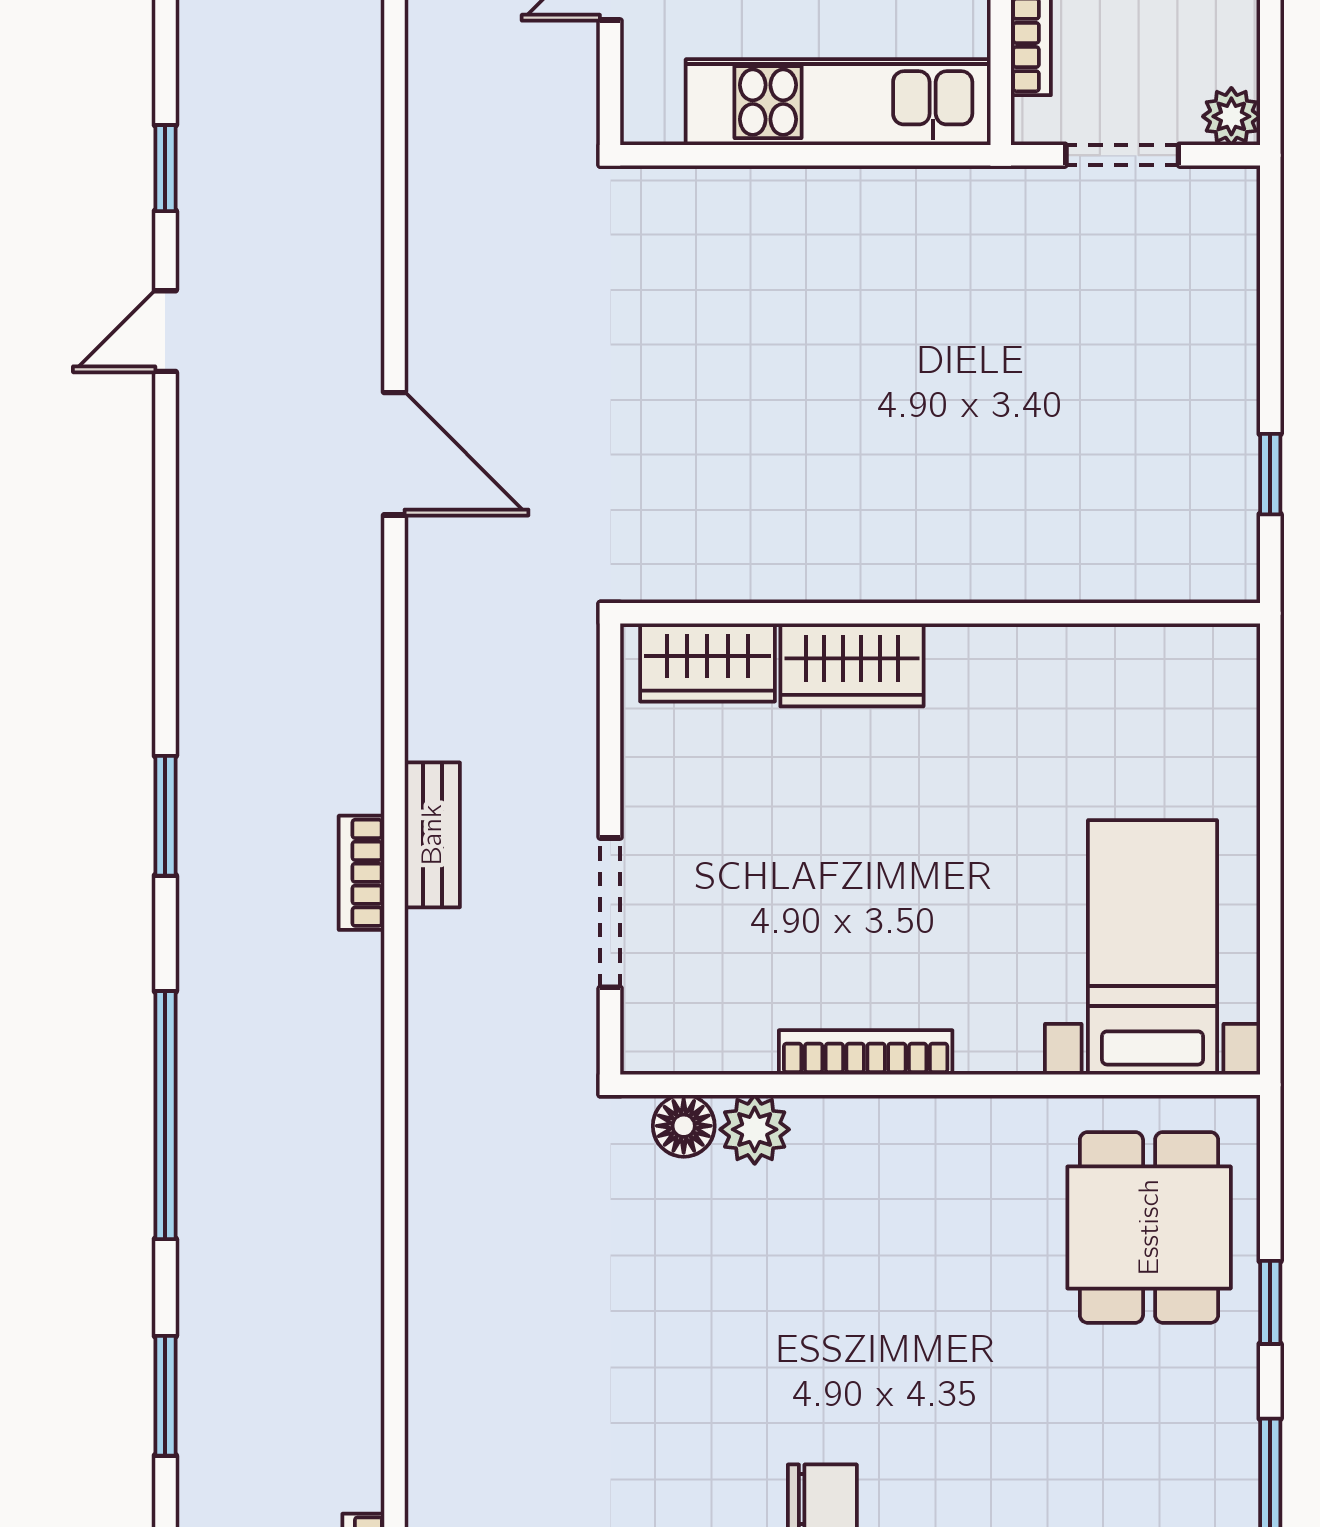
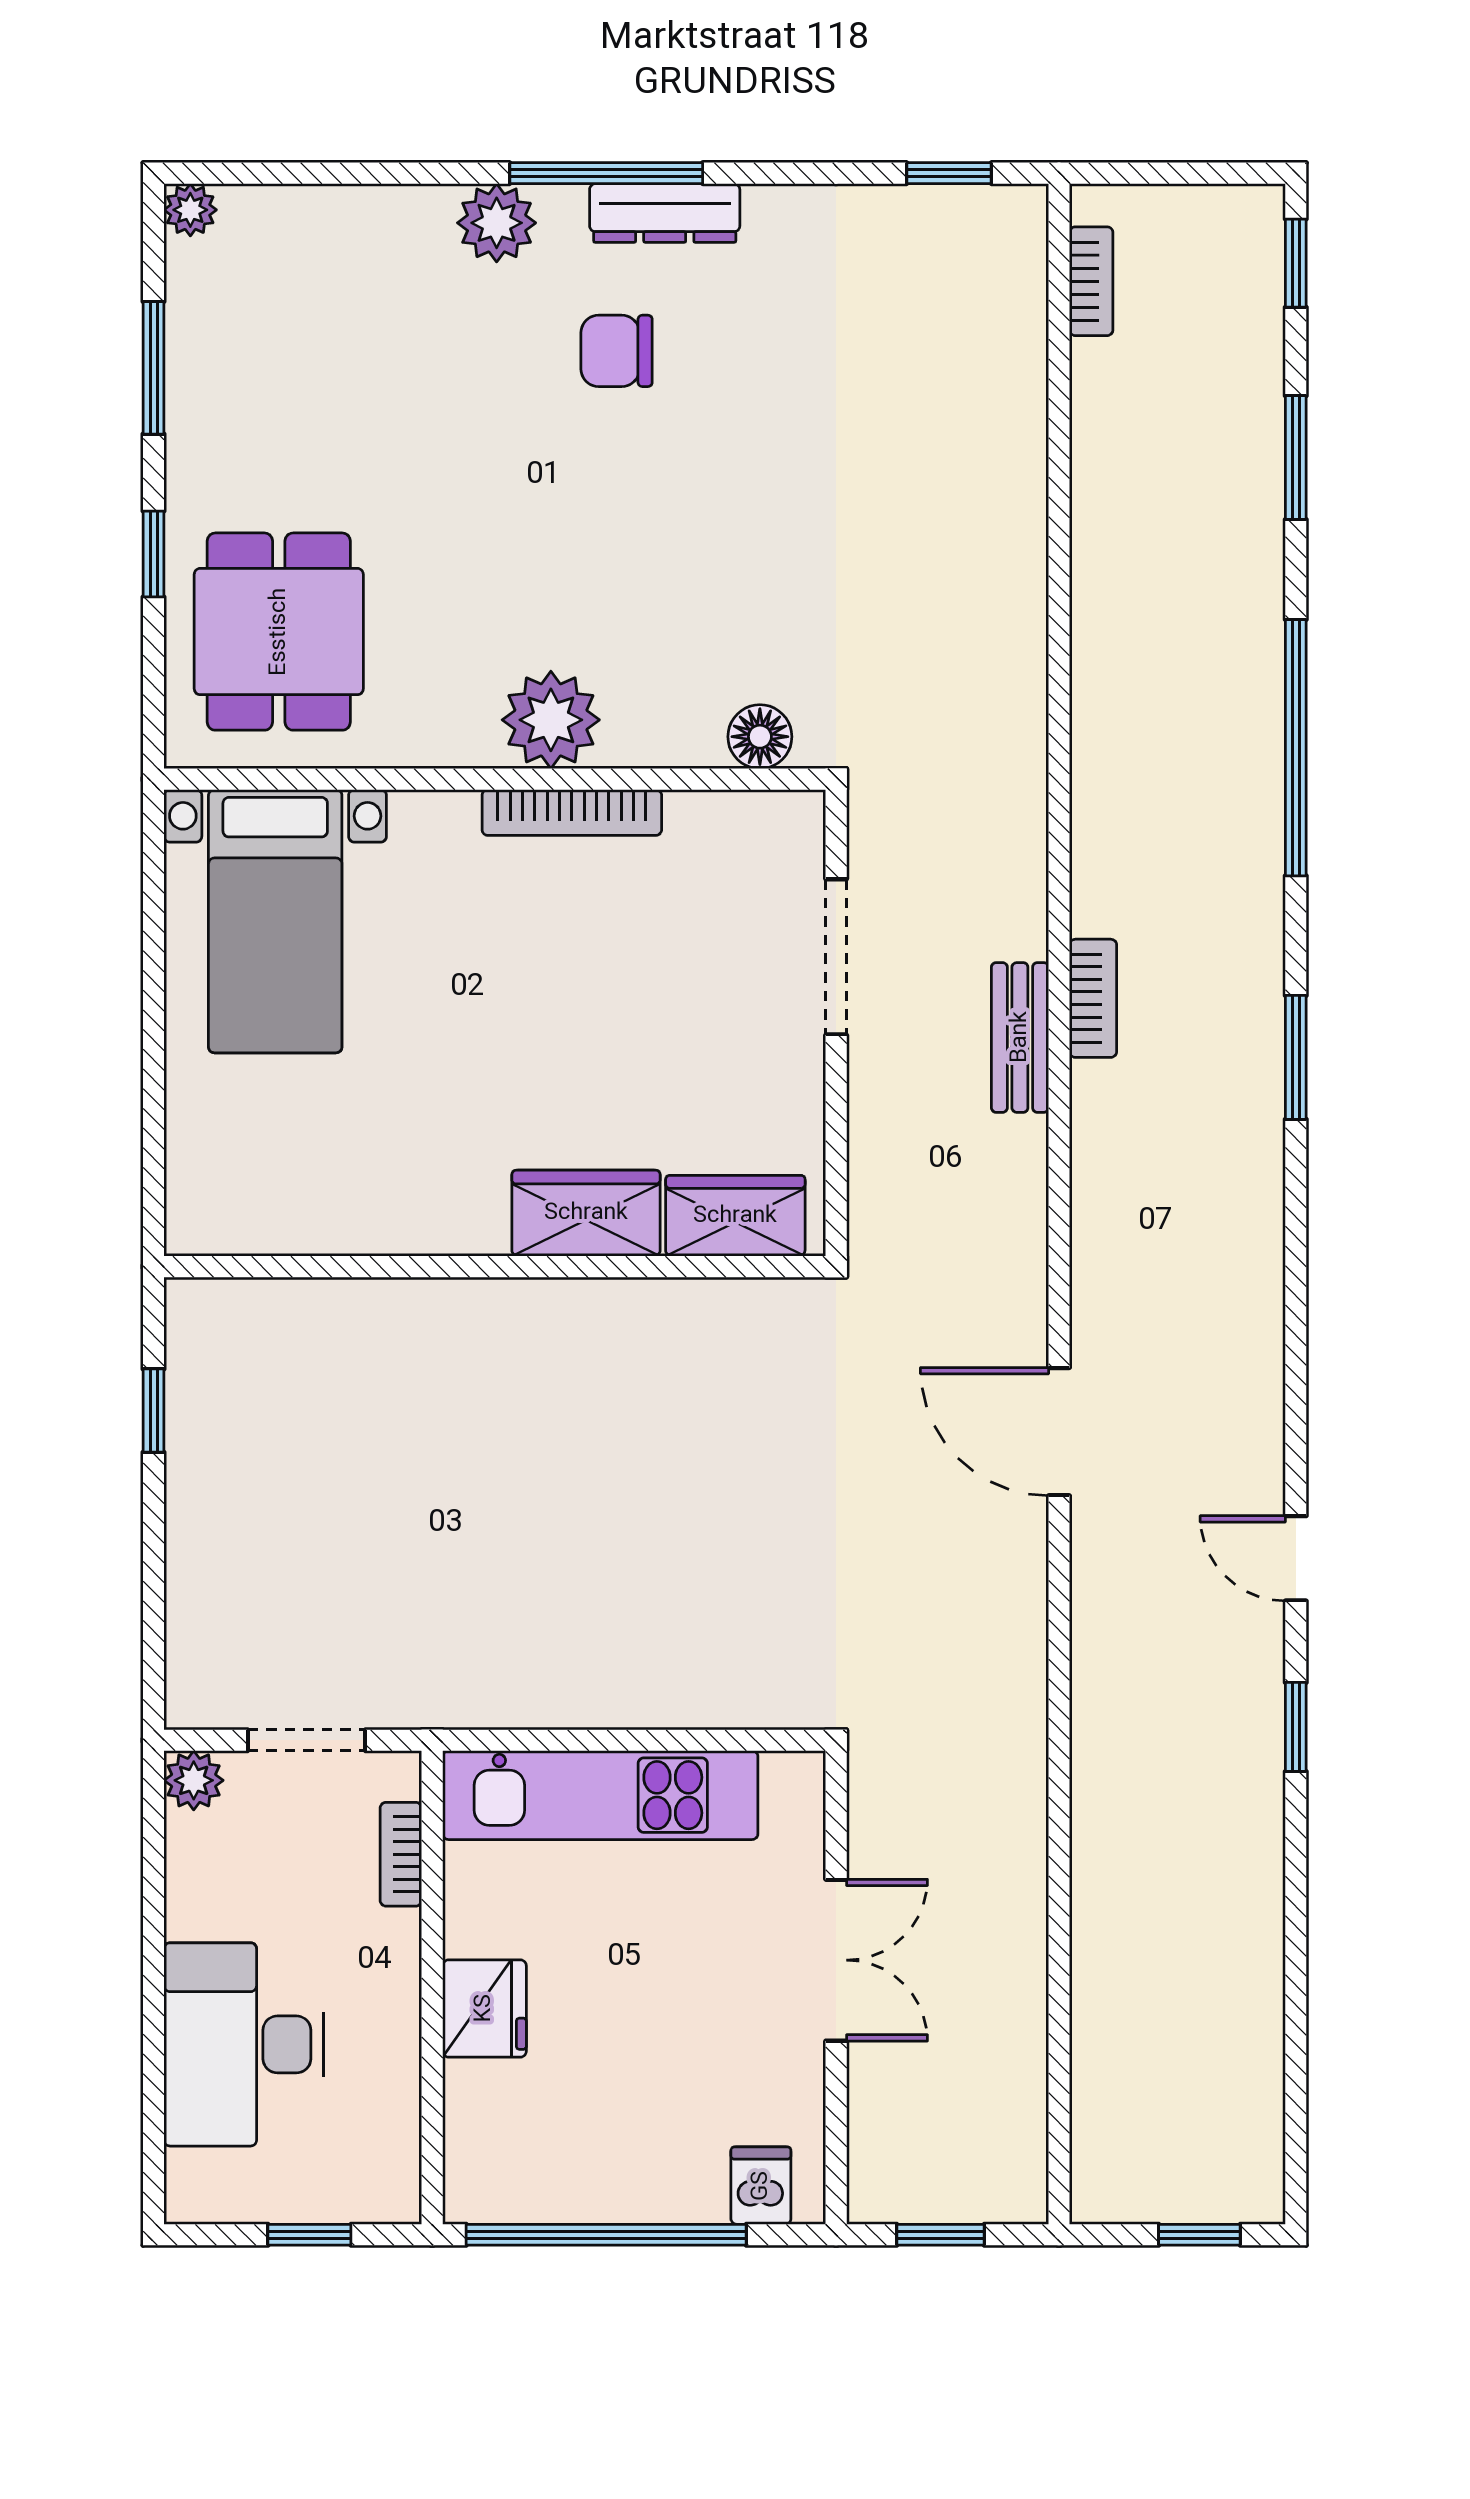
door: (165, 331) -> (1296, 1558), swing flipped
plant: (755, 1129) -> (551, 720), moved, width x1.36, depth x1.36

